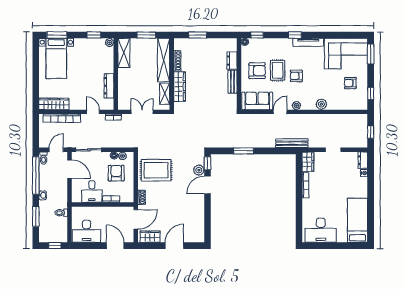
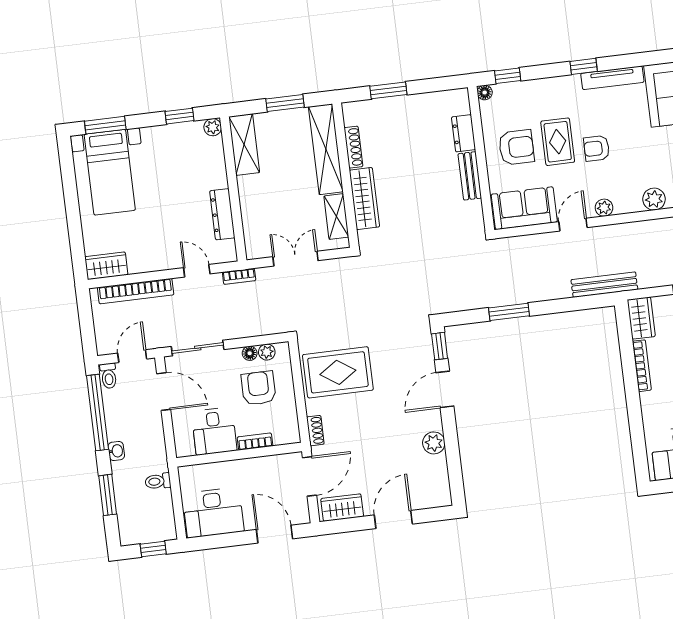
wardrobe: (54, 104) -> (106, 266), width x0.67
plant: (199, 170) -> (434, 443), moved

